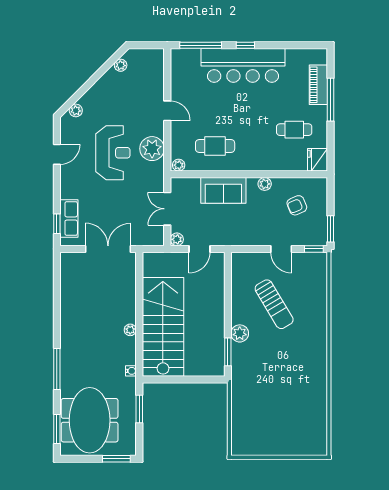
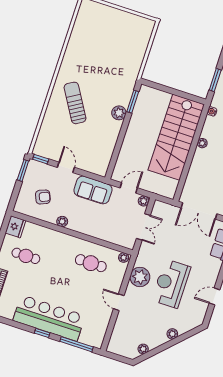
plant: (76, 110) -> (172, 334), moved
sofa: (223, 190) -> (93, 190), moved, turned 180
sun lounger: (274, 304) -> (75, 103), moved

